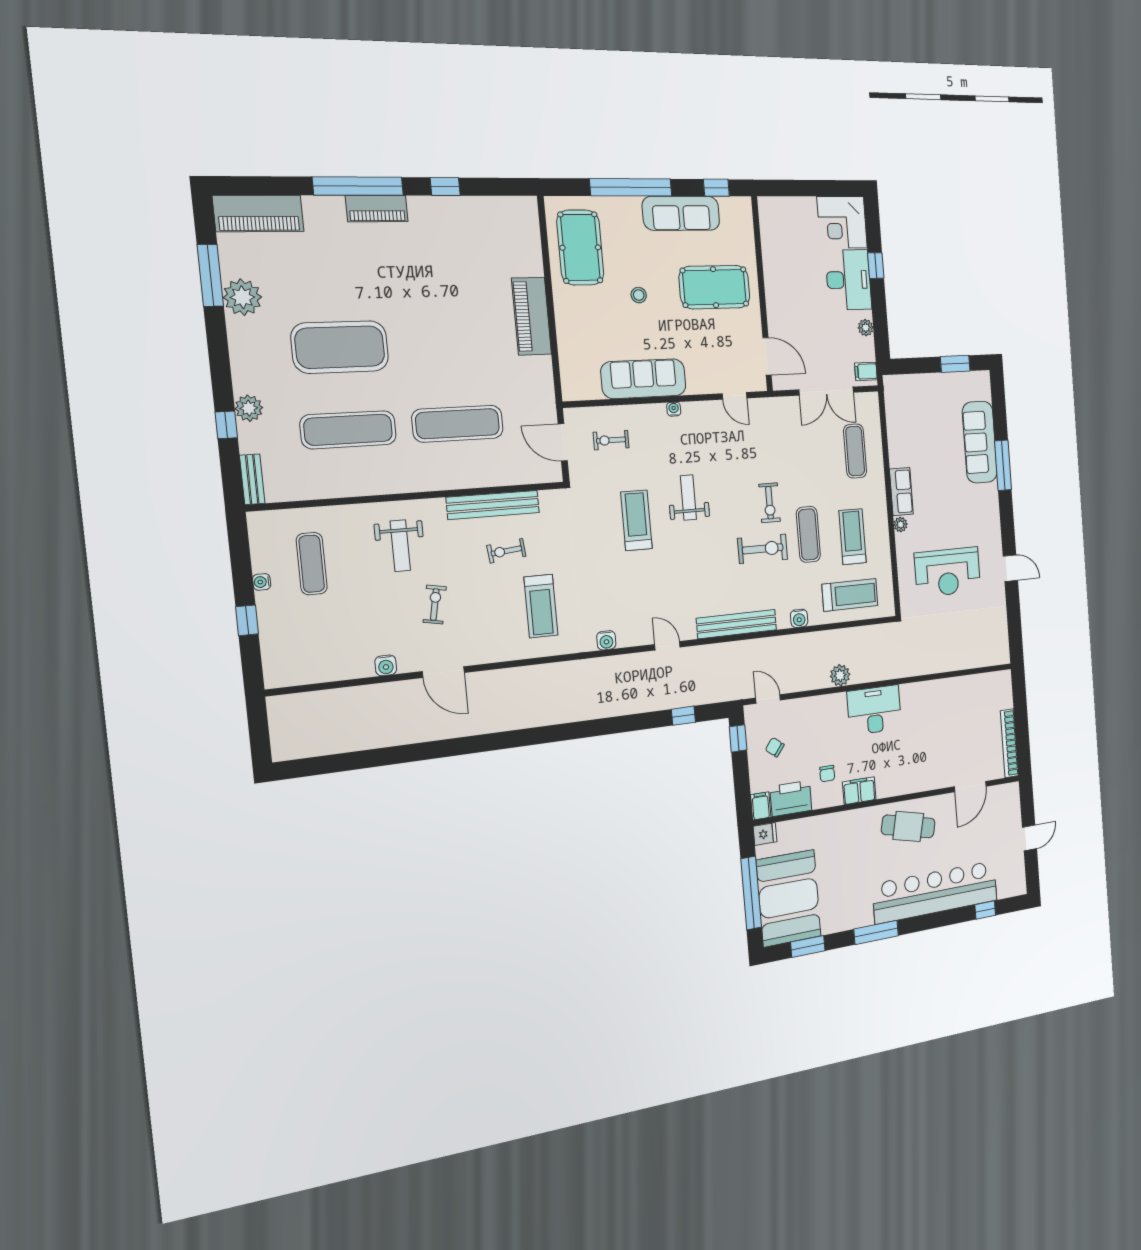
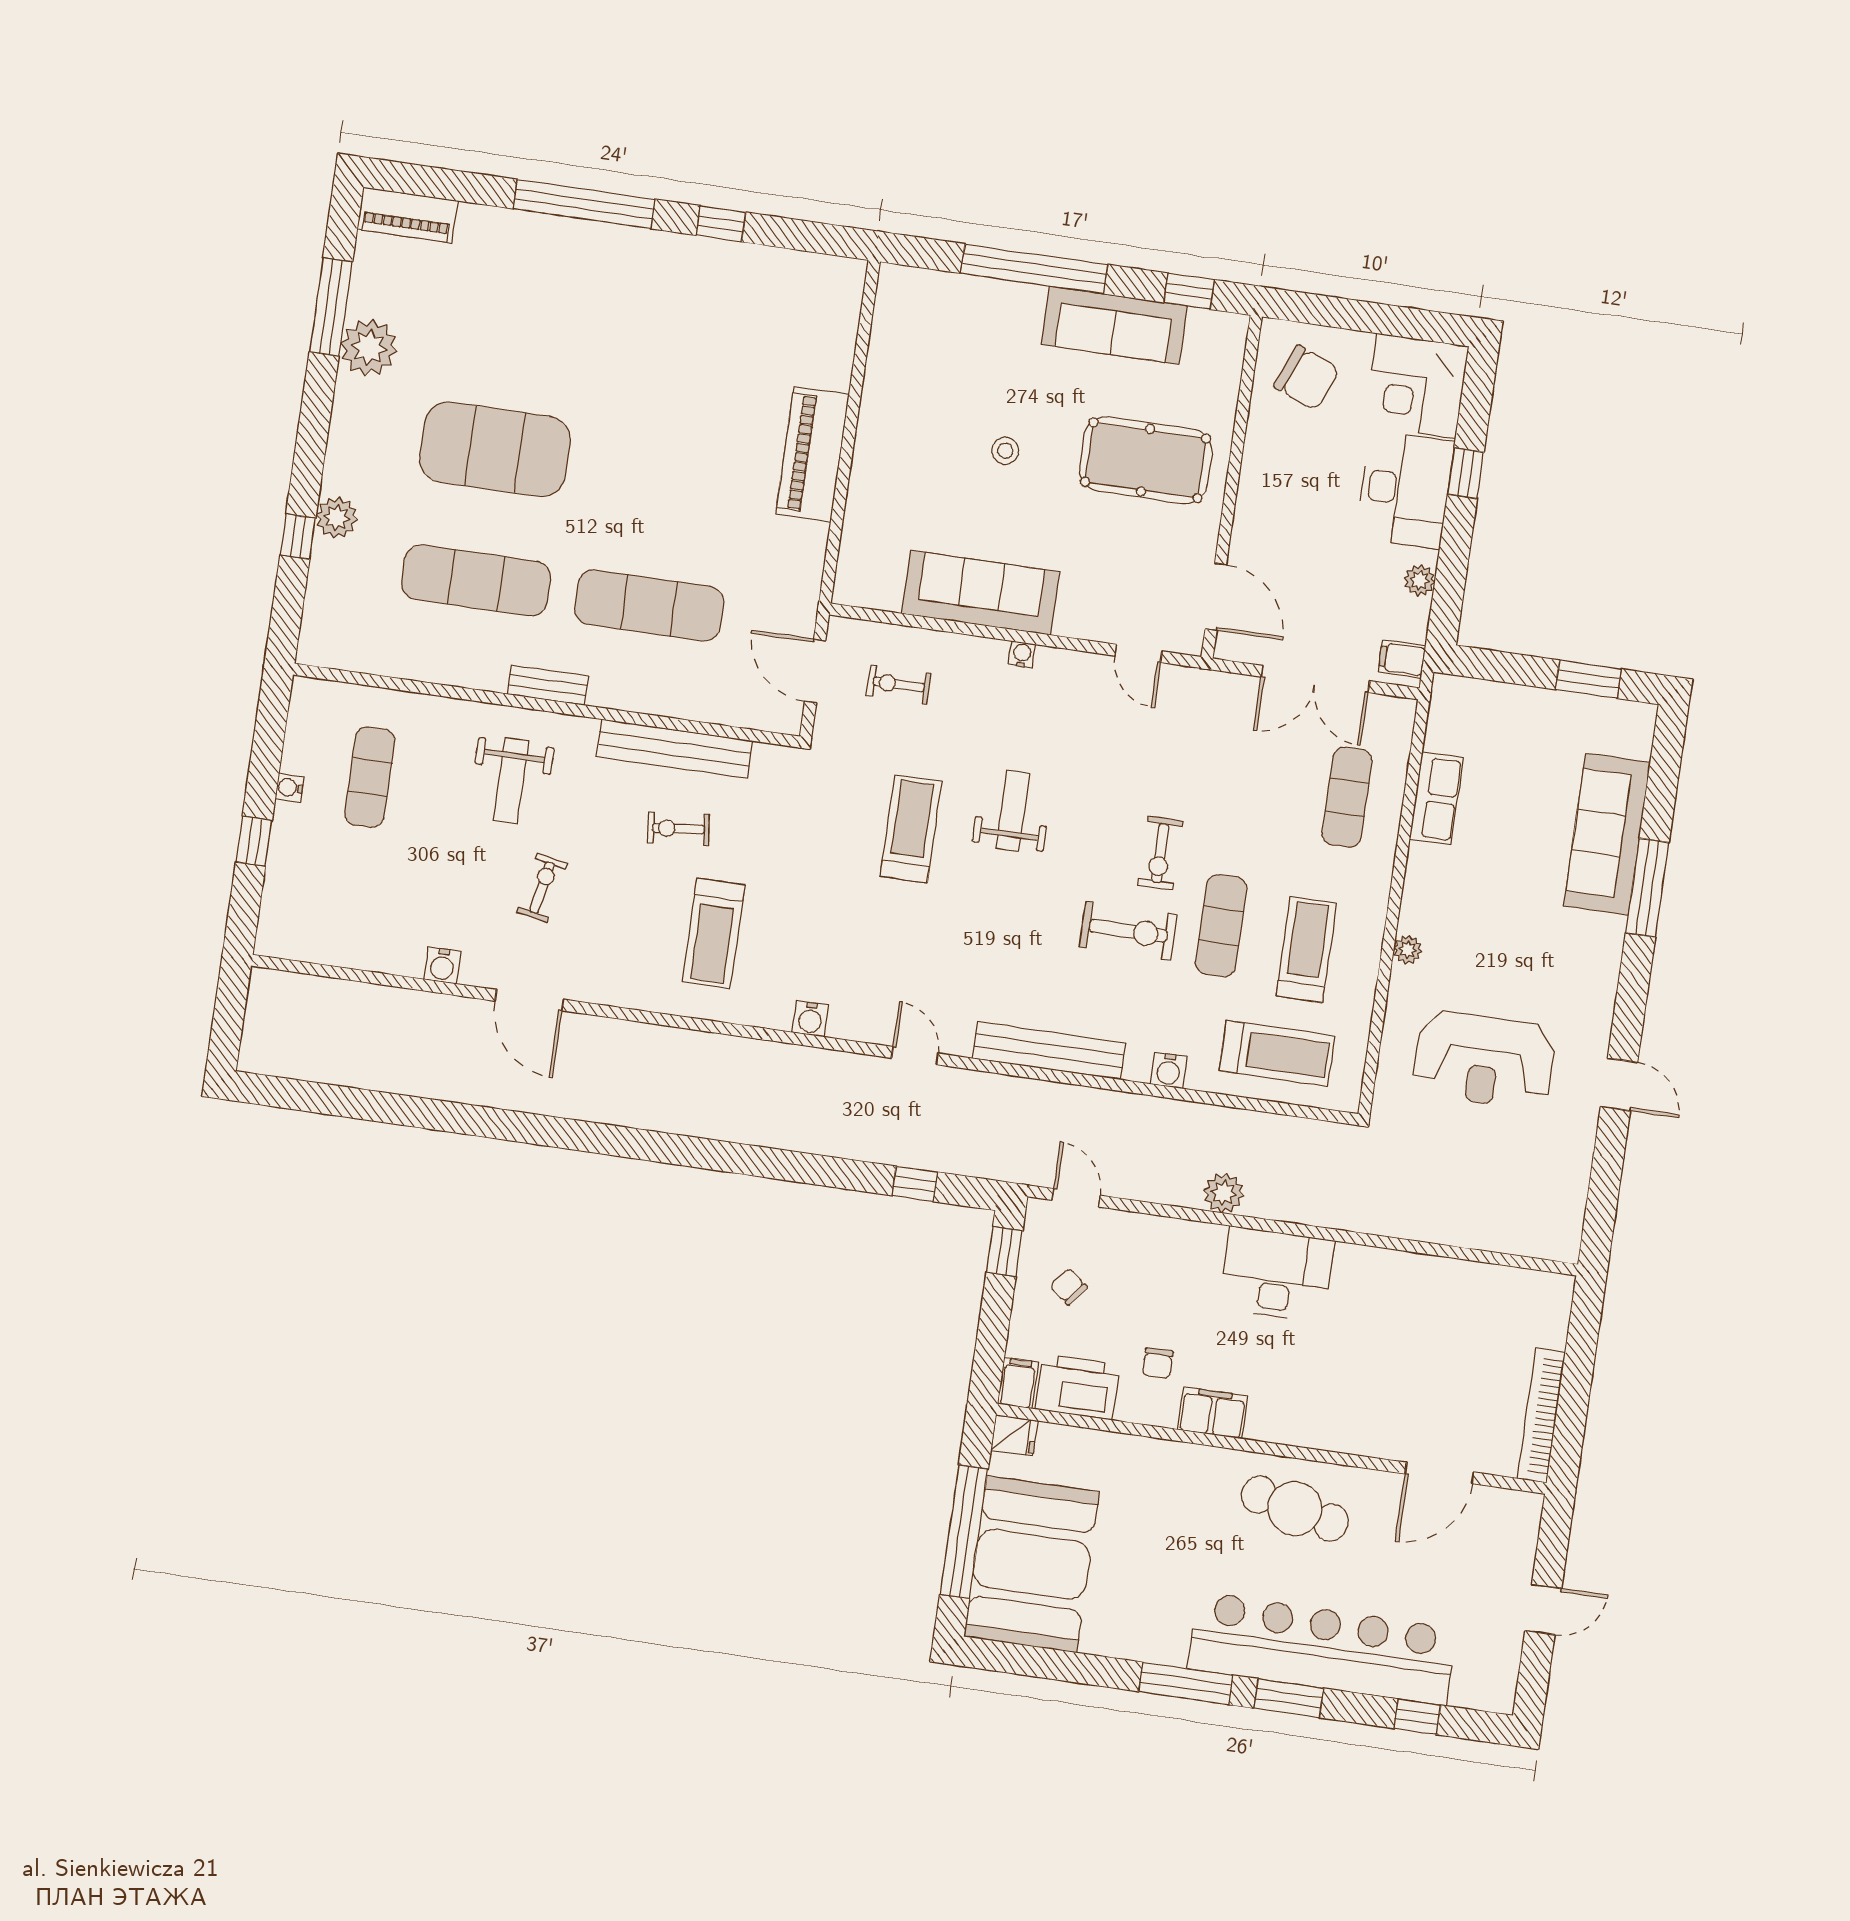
piano: (377, 209) -> (604, 243), removed
piano: (258, 213) -> (407, 215), width x0.73, depth x0.75
chair: (787, 227) -> (1307, 378), added
pool table: (580, 248) -> (922, 355), removed
bench: (252, 479) -> (548, 685), moved, turned 90
row of seats: (901, 492) -> (1436, 798), moved
window: (808, 946) -> (1289, 1698), moved

